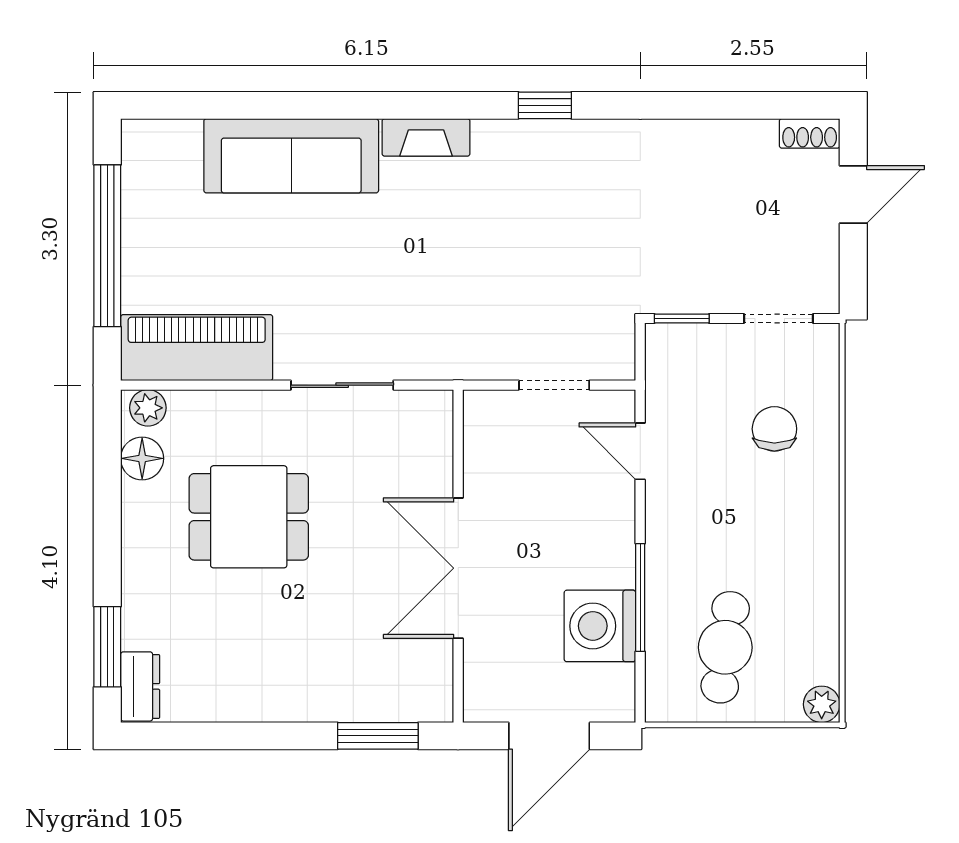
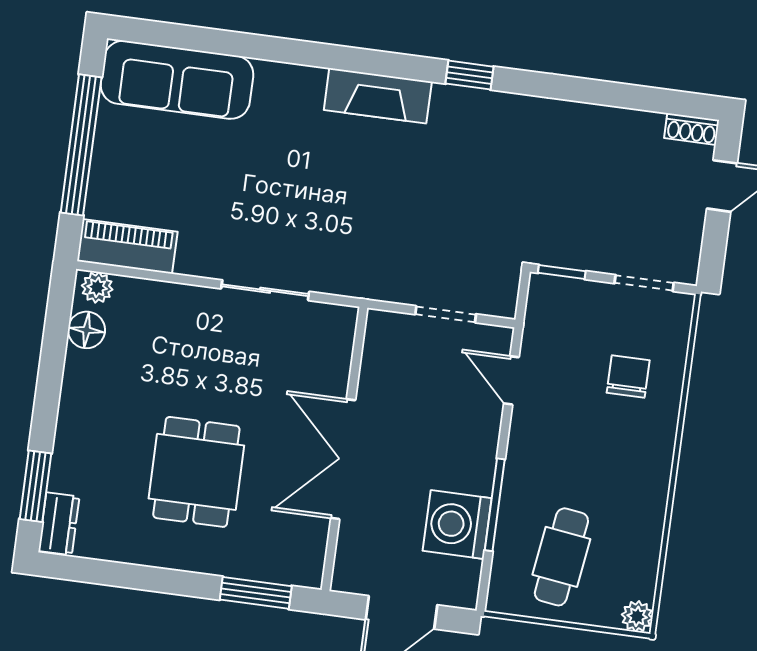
fireplace: (426, 137) -> (378, 96), width x1.37, depth x1.32
sofa: (291, 156) -> (177, 80), moved
piano: (197, 348) -> (127, 246), width x0.73, depth x0.75
dining table: (249, 517) -> (196, 472), moved, turned 90

